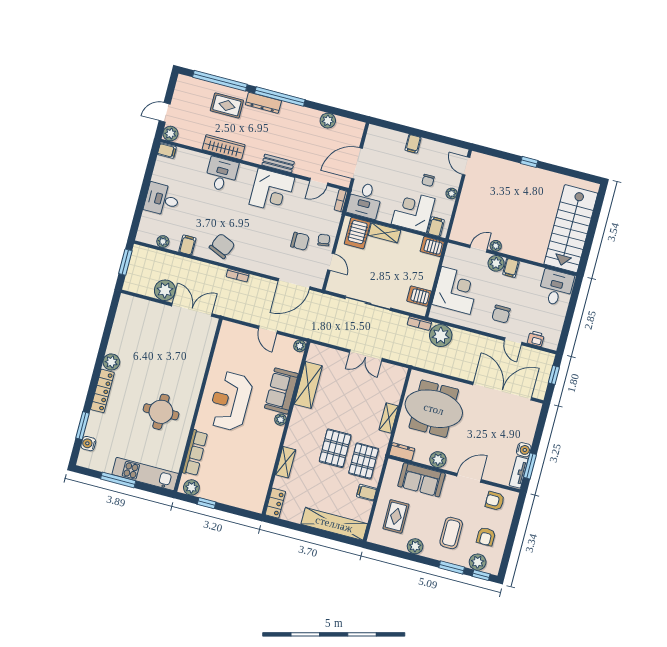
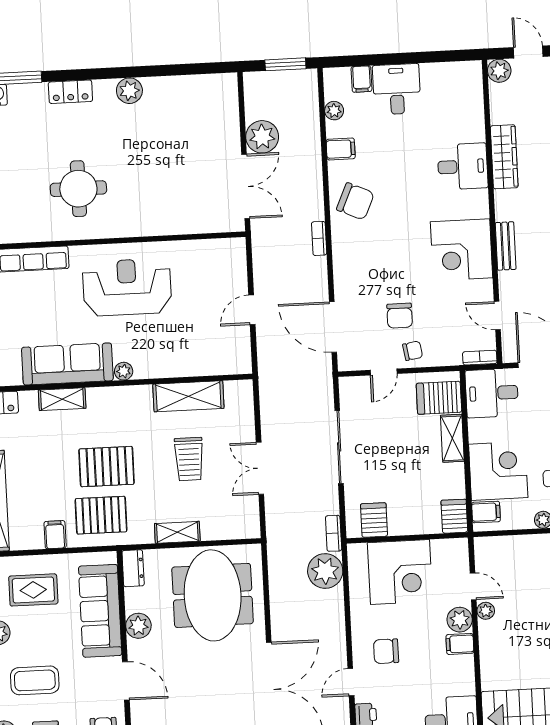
filing cabinet: (167, 151) -> (361, 79), moved
plant: (300, 346) -> (243, 365), removed
locker: (102, 391) -> (70, 92), width x0.66
sofa: (281, 391) -> (67, 364), moved, width x1.36
trolley: (346, 397) -> (189, 459), added
sofa: (421, 480) -> (100, 611), width x1.36

